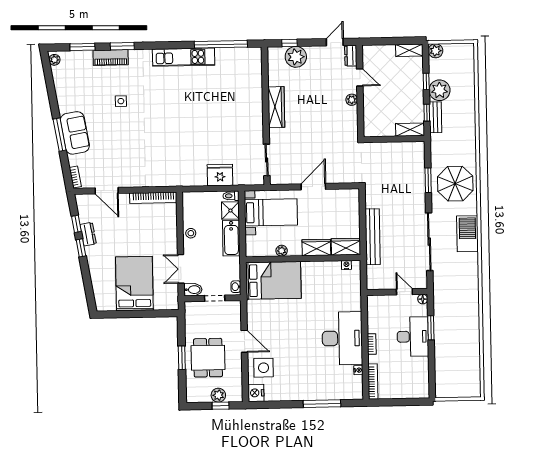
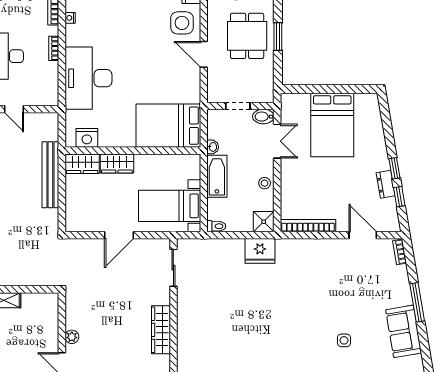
sofa: (75, 133) -> (404, 331), moved
fridge: (220, 175) -> (260, 251), moved
shower: (230, 211) -> (264, 222), moved
plant: (282, 251) -> (158, 160), removed
nightstand: (346, 265) -> (87, 138), width x1.89, depth x1.79
washbasin: (236, 287) -> (213, 147), moved
desk: (342, 338) -> (88, 78), moved

